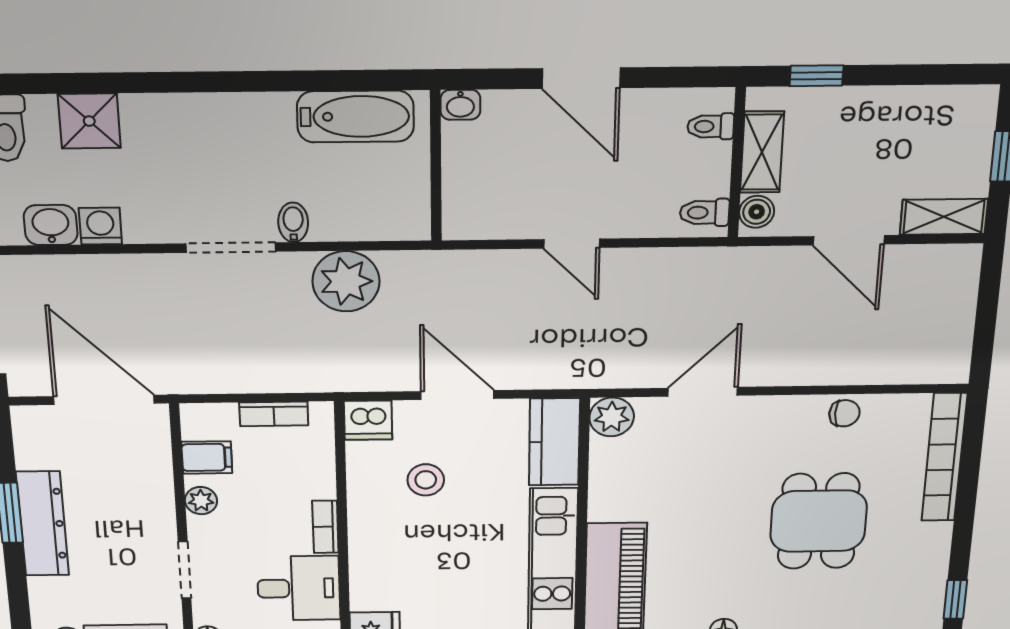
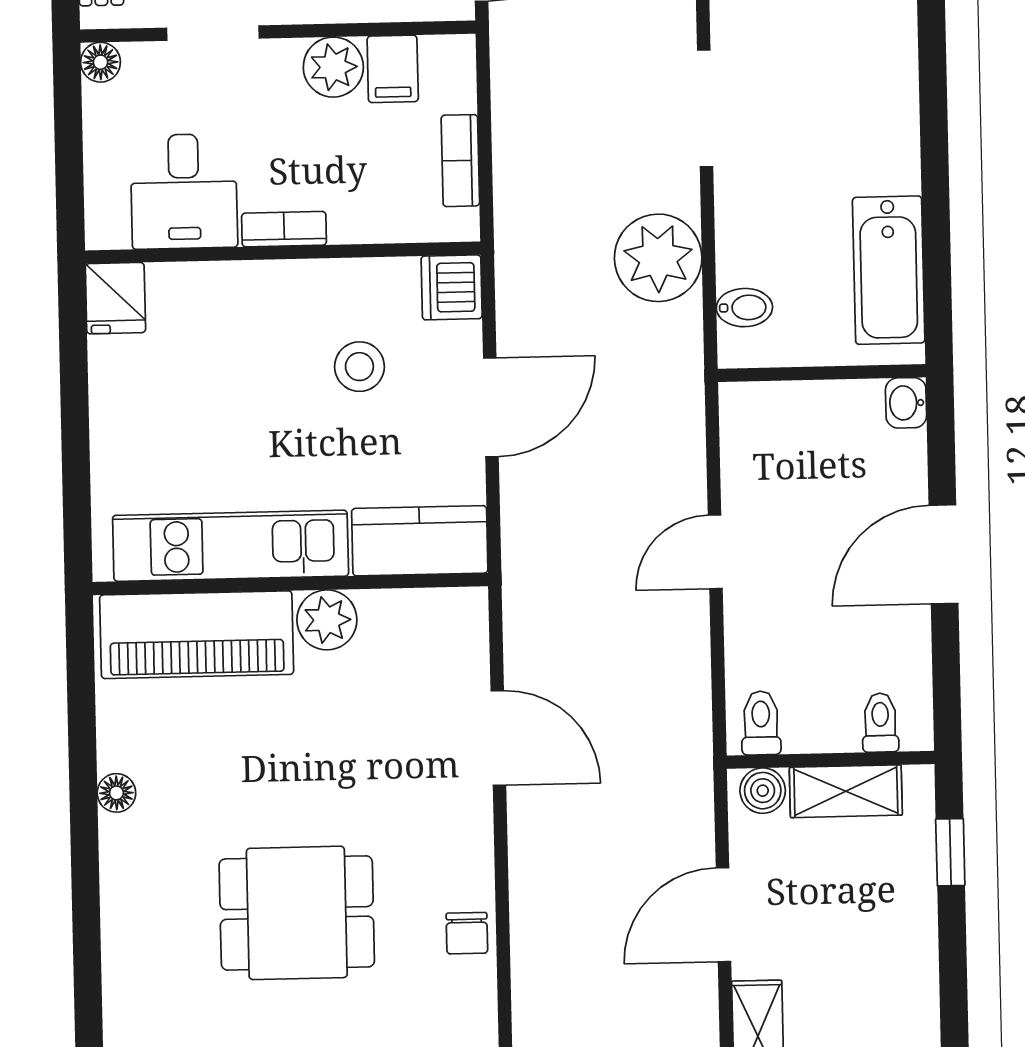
bidet: (293, 222) -> (744, 308), moved
plant: (612, 417) -> (327, 620), moved
plant: (201, 501) -> (333, 67), width x1.38, depth x1.38

